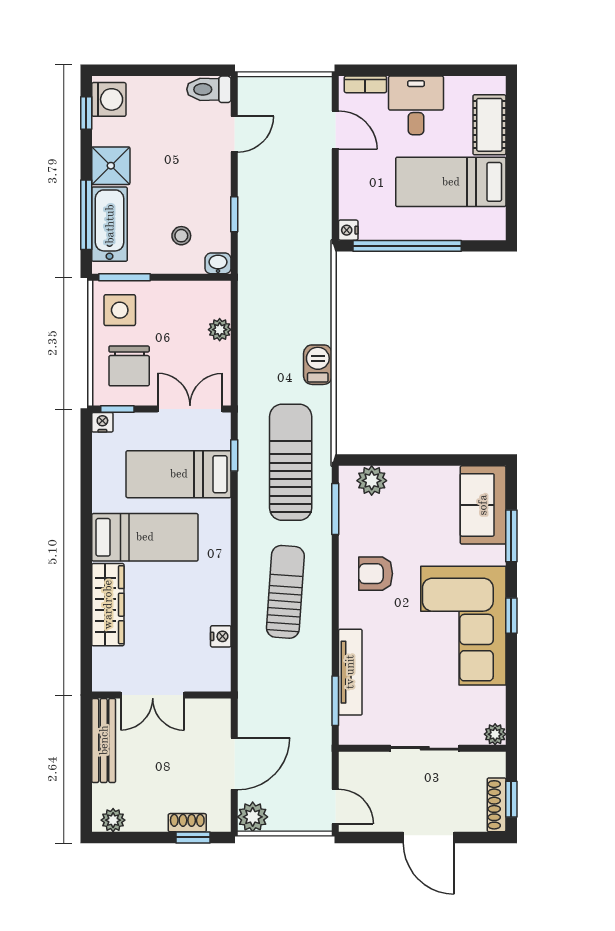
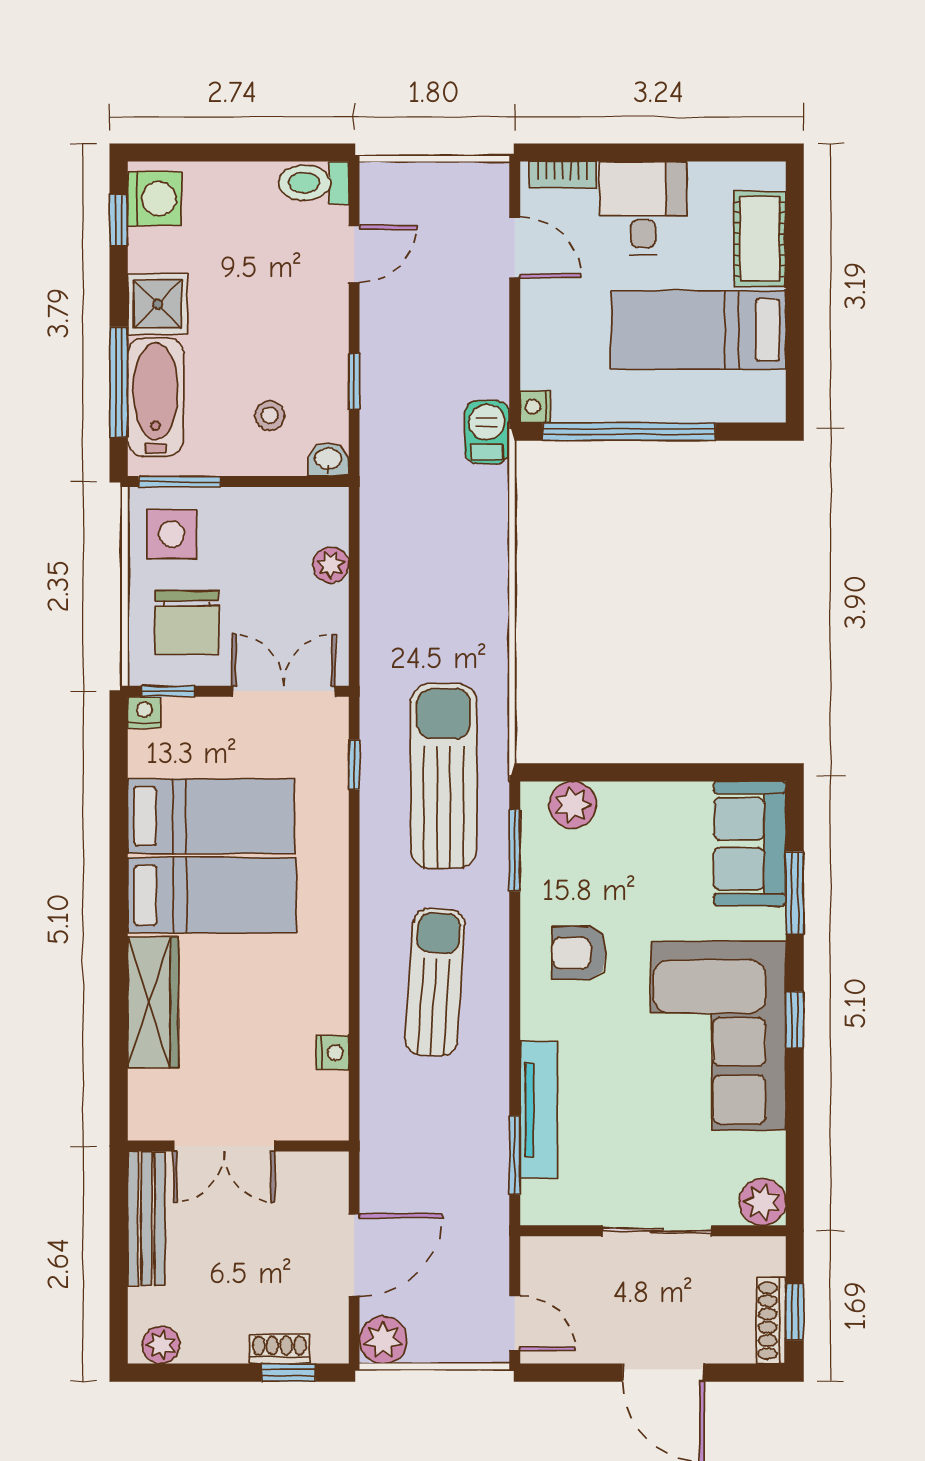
barbecue: (318, 365) -> (487, 432), moved
bed: (179, 474) -> (211, 816), moved, turned 180
plant: (495, 734) -> (762, 1202), width x1.38, depth x1.38

